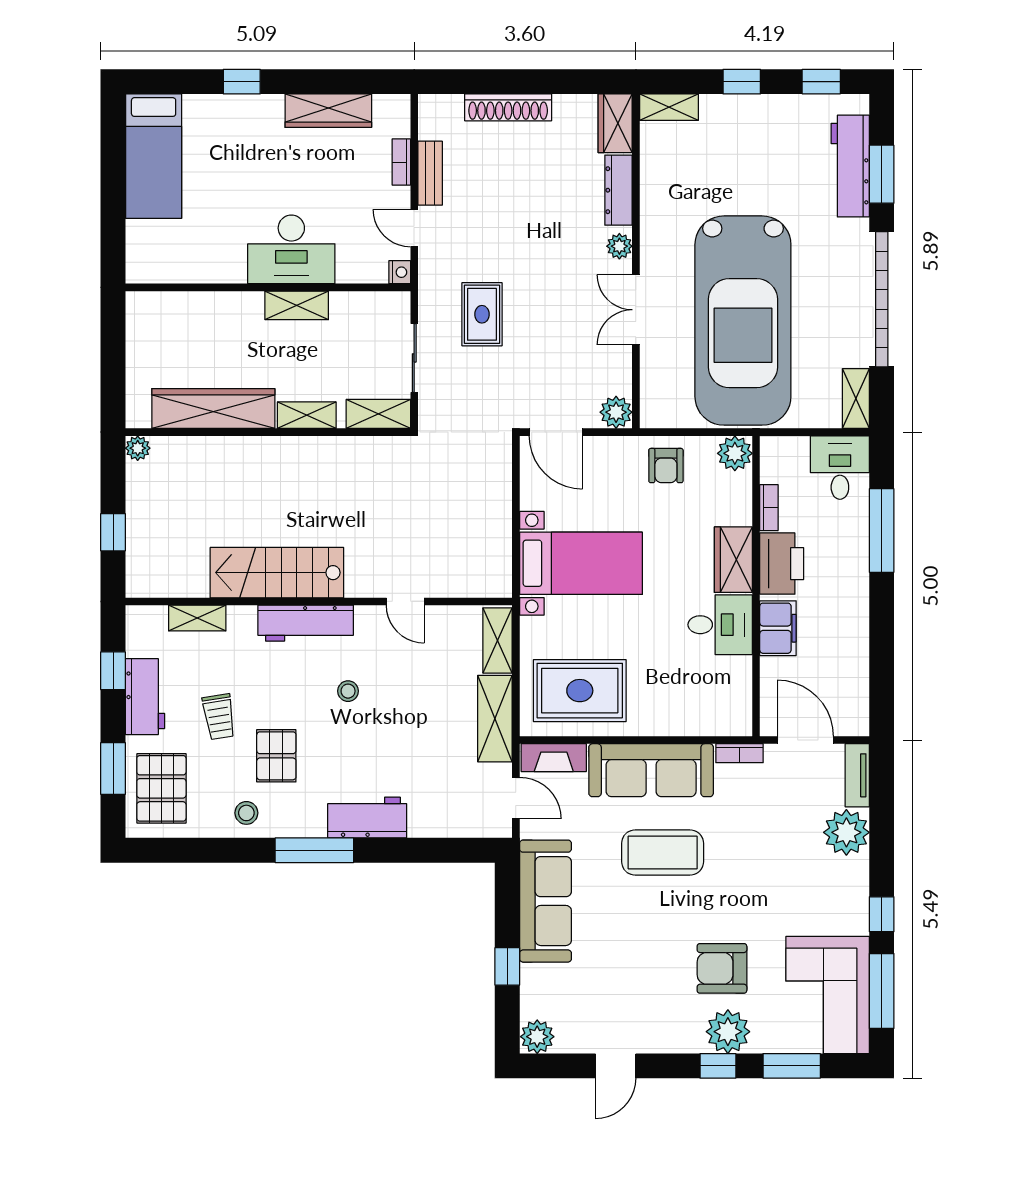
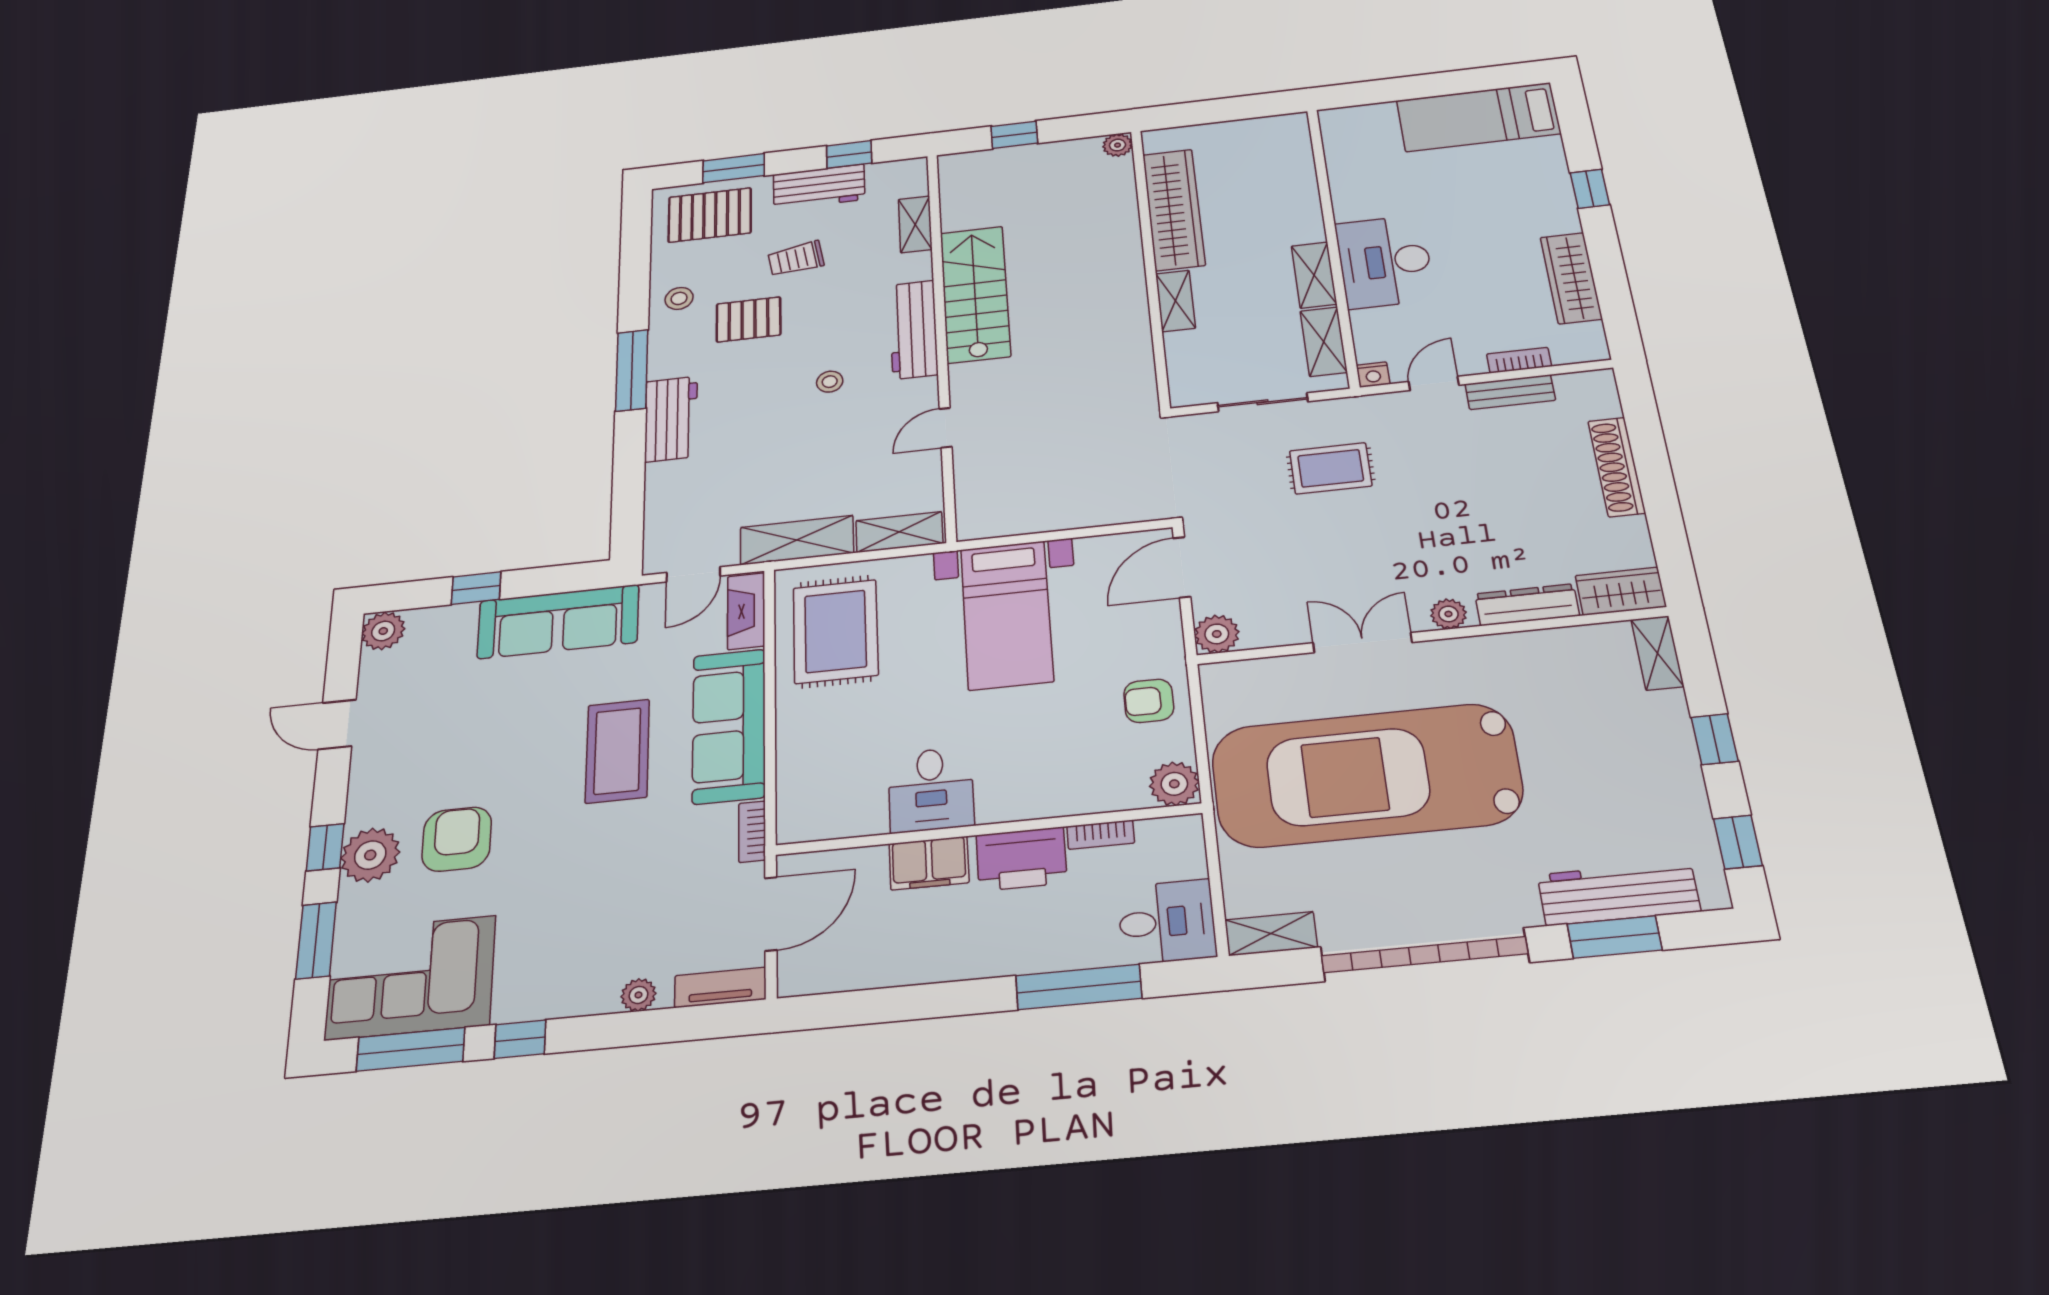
shelving: (378, 414) -> (1324, 342), moved
wardrobe: (733, 560) -> (1023, 797), removed
plant: (846, 832) -> (638, 995), width x0.53, depth x0.53

